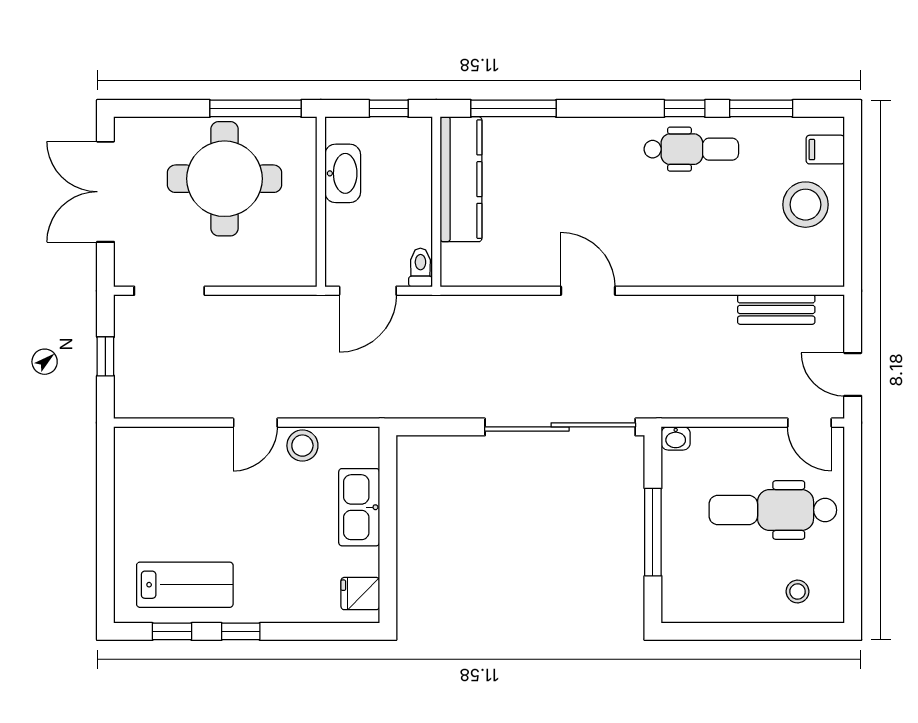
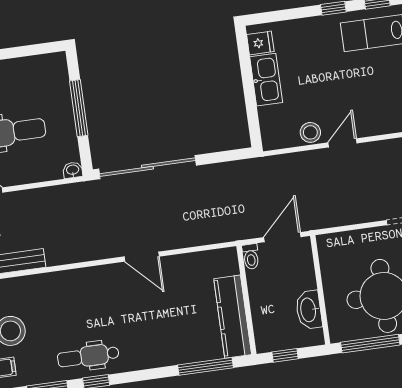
kitchen sink: (359, 507) -> (266, 80), moved

